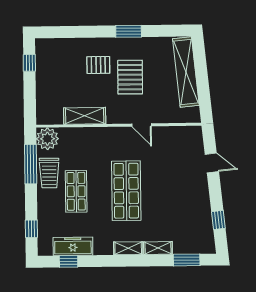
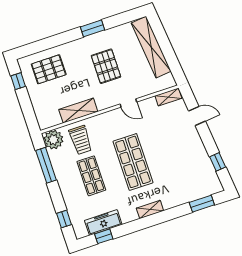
pallet: (98, 65) -> (49, 69), moved, width x1.50, depth x1.42
trolley: (49, 173) -> (80, 140), moved
shelving: (158, 248) -> (168, 97), moved

